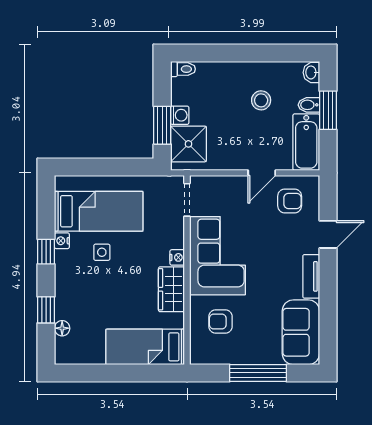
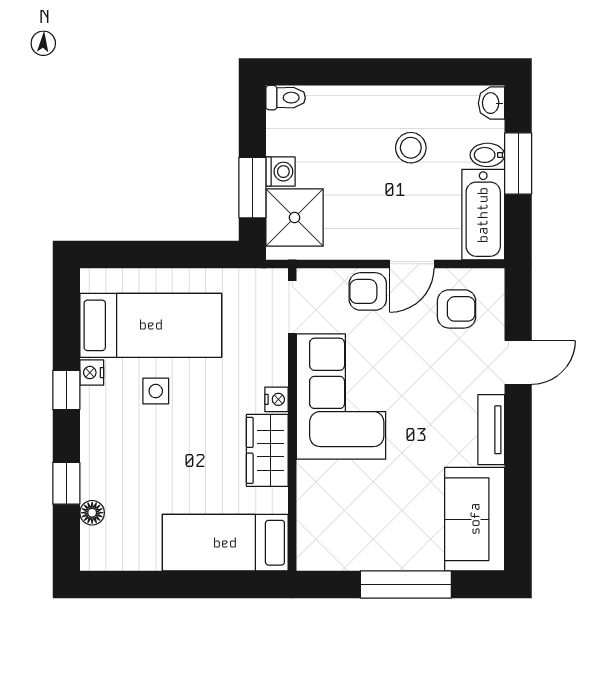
armchair: (221, 322) -> (368, 291), moved

